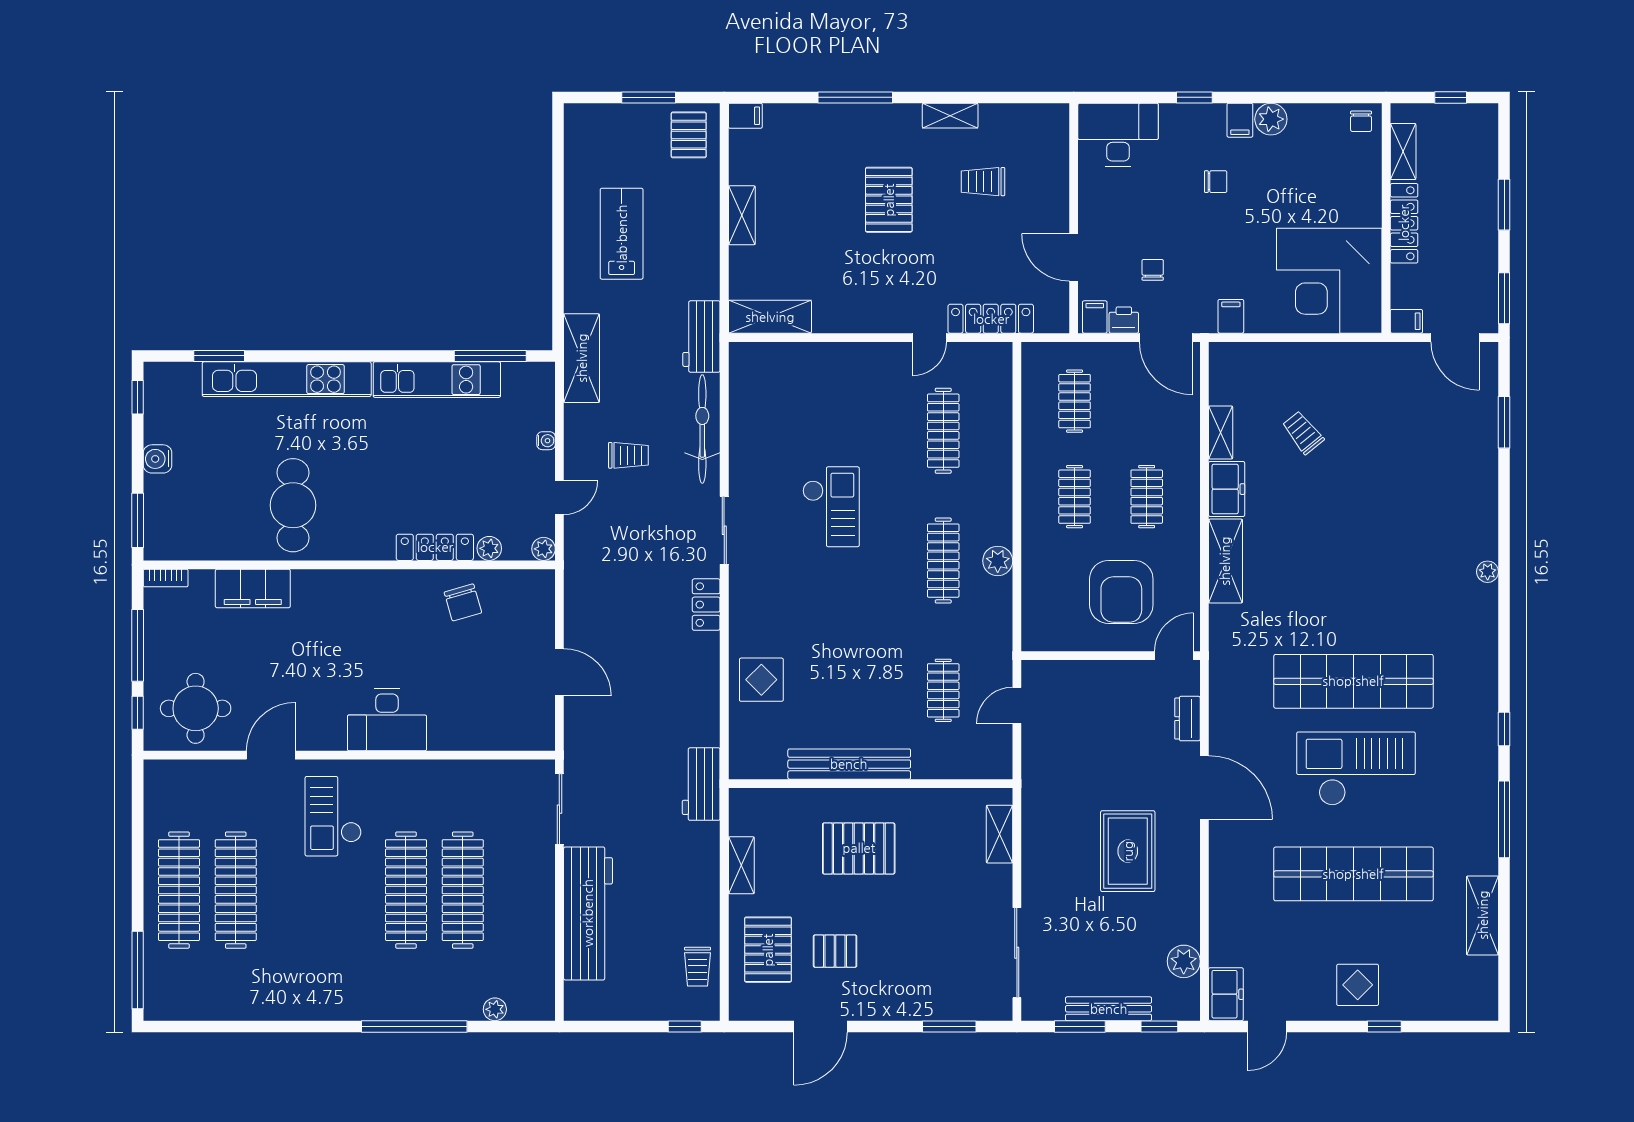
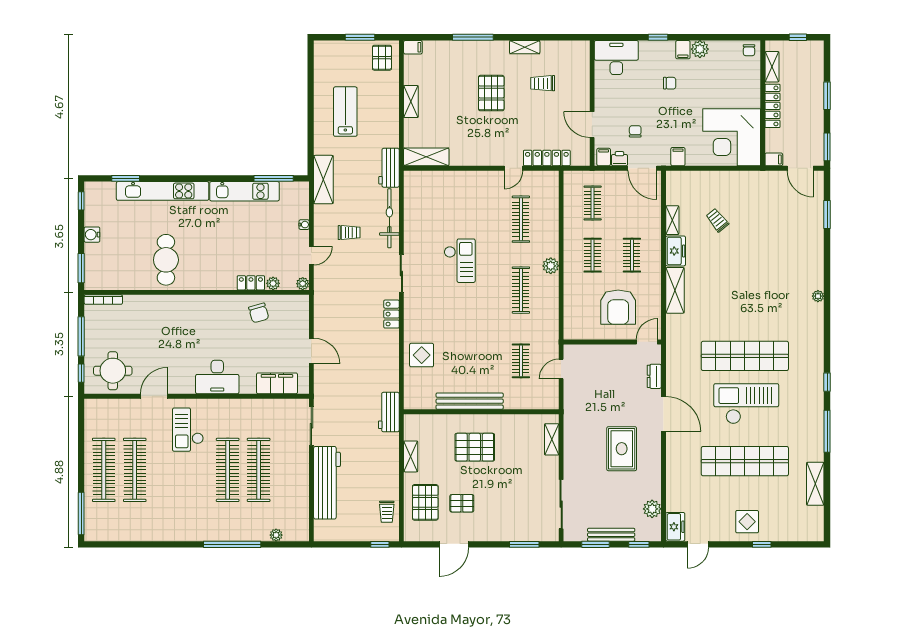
locker: (435, 547) -> (251, 283), width x0.66
plant: (998, 561) -> (551, 266), moved
bookcase: (166, 578) -> (103, 300), width x1.56
filing cabinet: (253, 588) -> (277, 383), moved, turned 180

